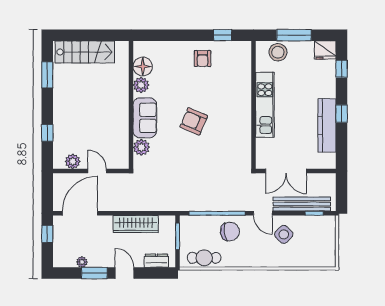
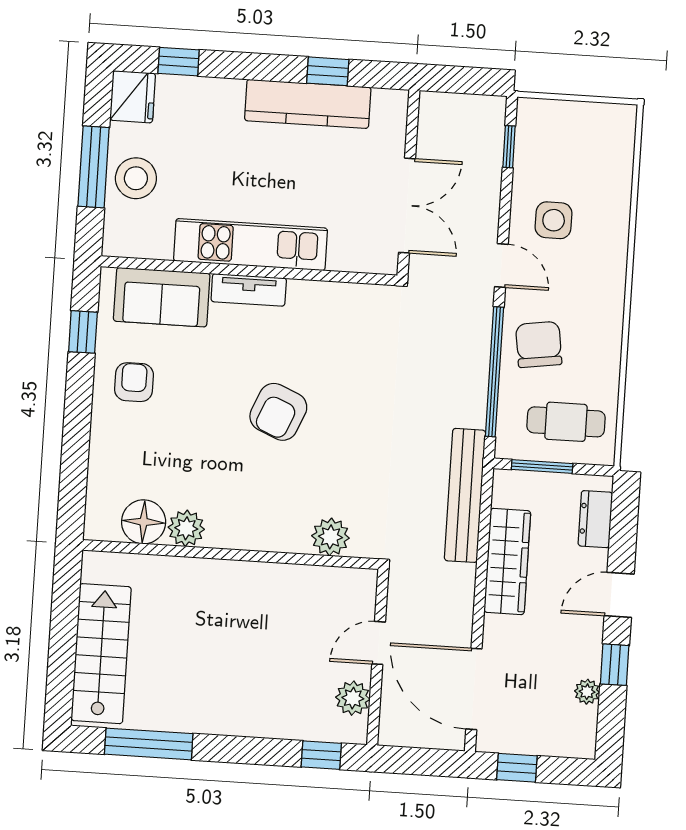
stool: (278, 52) -> (136, 178), moved
armchair: (202, 58) -> (134, 382), turned -90
window: (47, 75) -> (149, 744), width x1.44
tv unit: (245, 105) -> (249, 290), added
window: (342, 114) -> (328, 71), moved
sofa: (145, 118) -> (162, 297), moved, turned 180
window: (47, 133) -> (321, 755), moved
bench: (302, 204) -> (465, 495), moved
door: (263, 213) -> (501, 266), hinge flipped
side table: (284, 234) -> (554, 220), turned 45
cafe table: (204, 258) -> (566, 422), moved, turned 90
window: (94, 273) -> (615, 665), width x0.67

